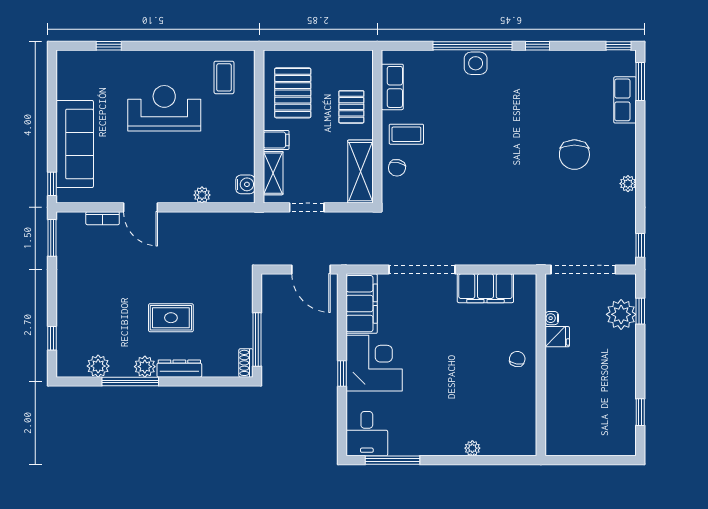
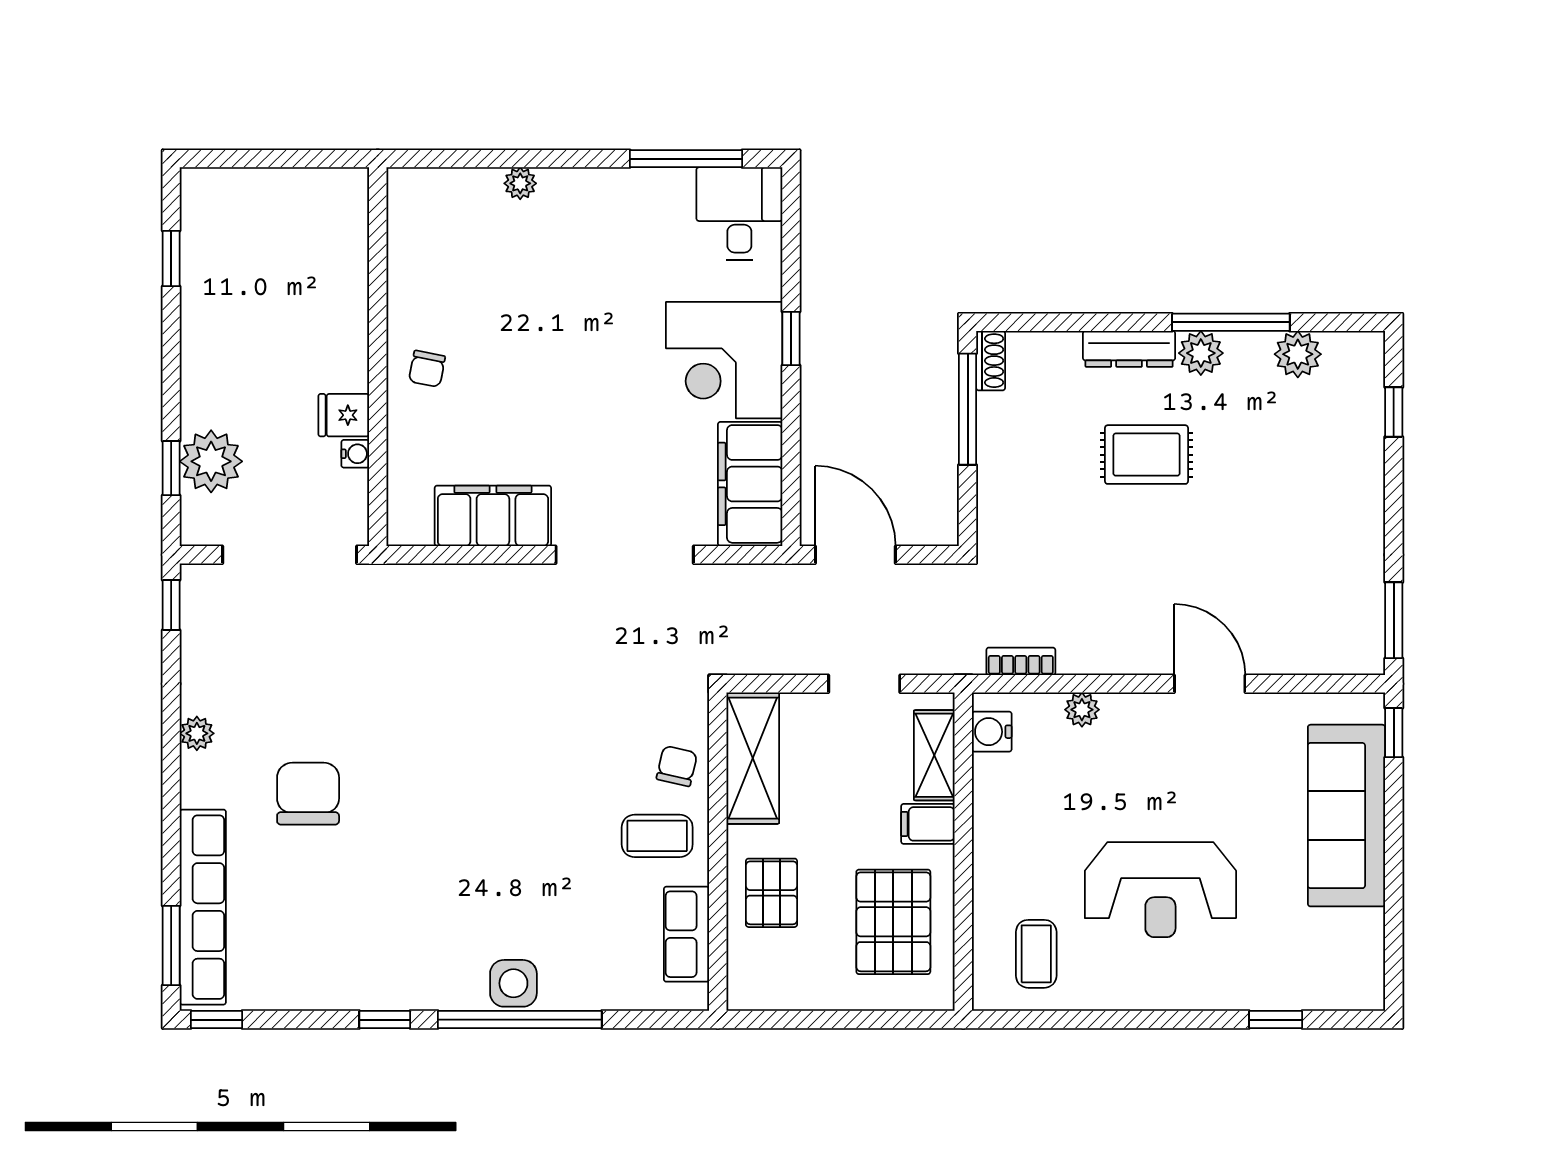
row of seats: (625, 100) -> (203, 907), width x2.02
bookcase: (103, 218) -> (1021, 661), moved

